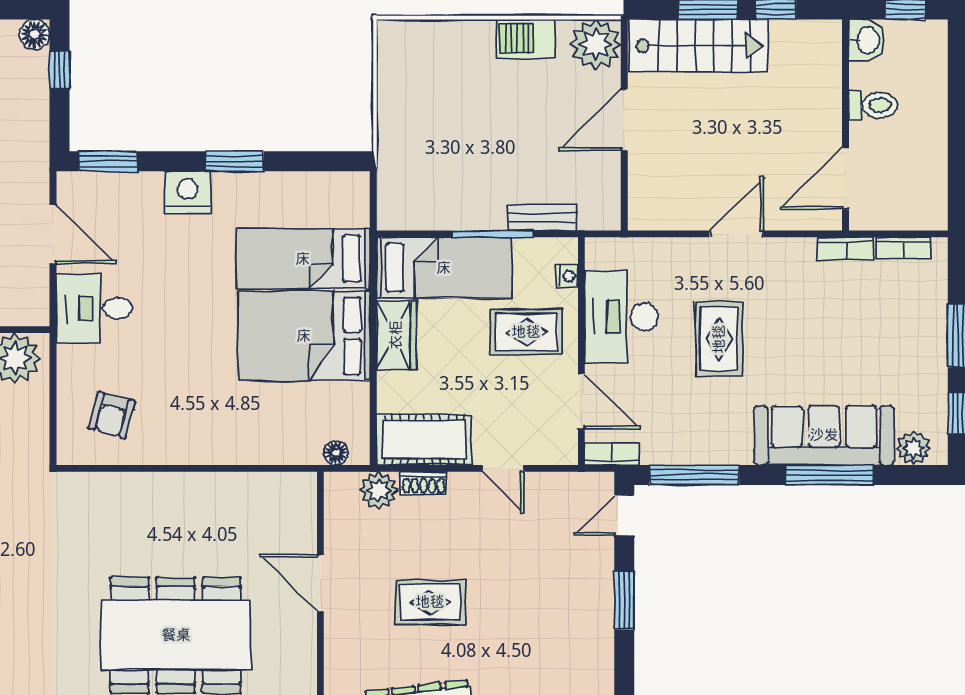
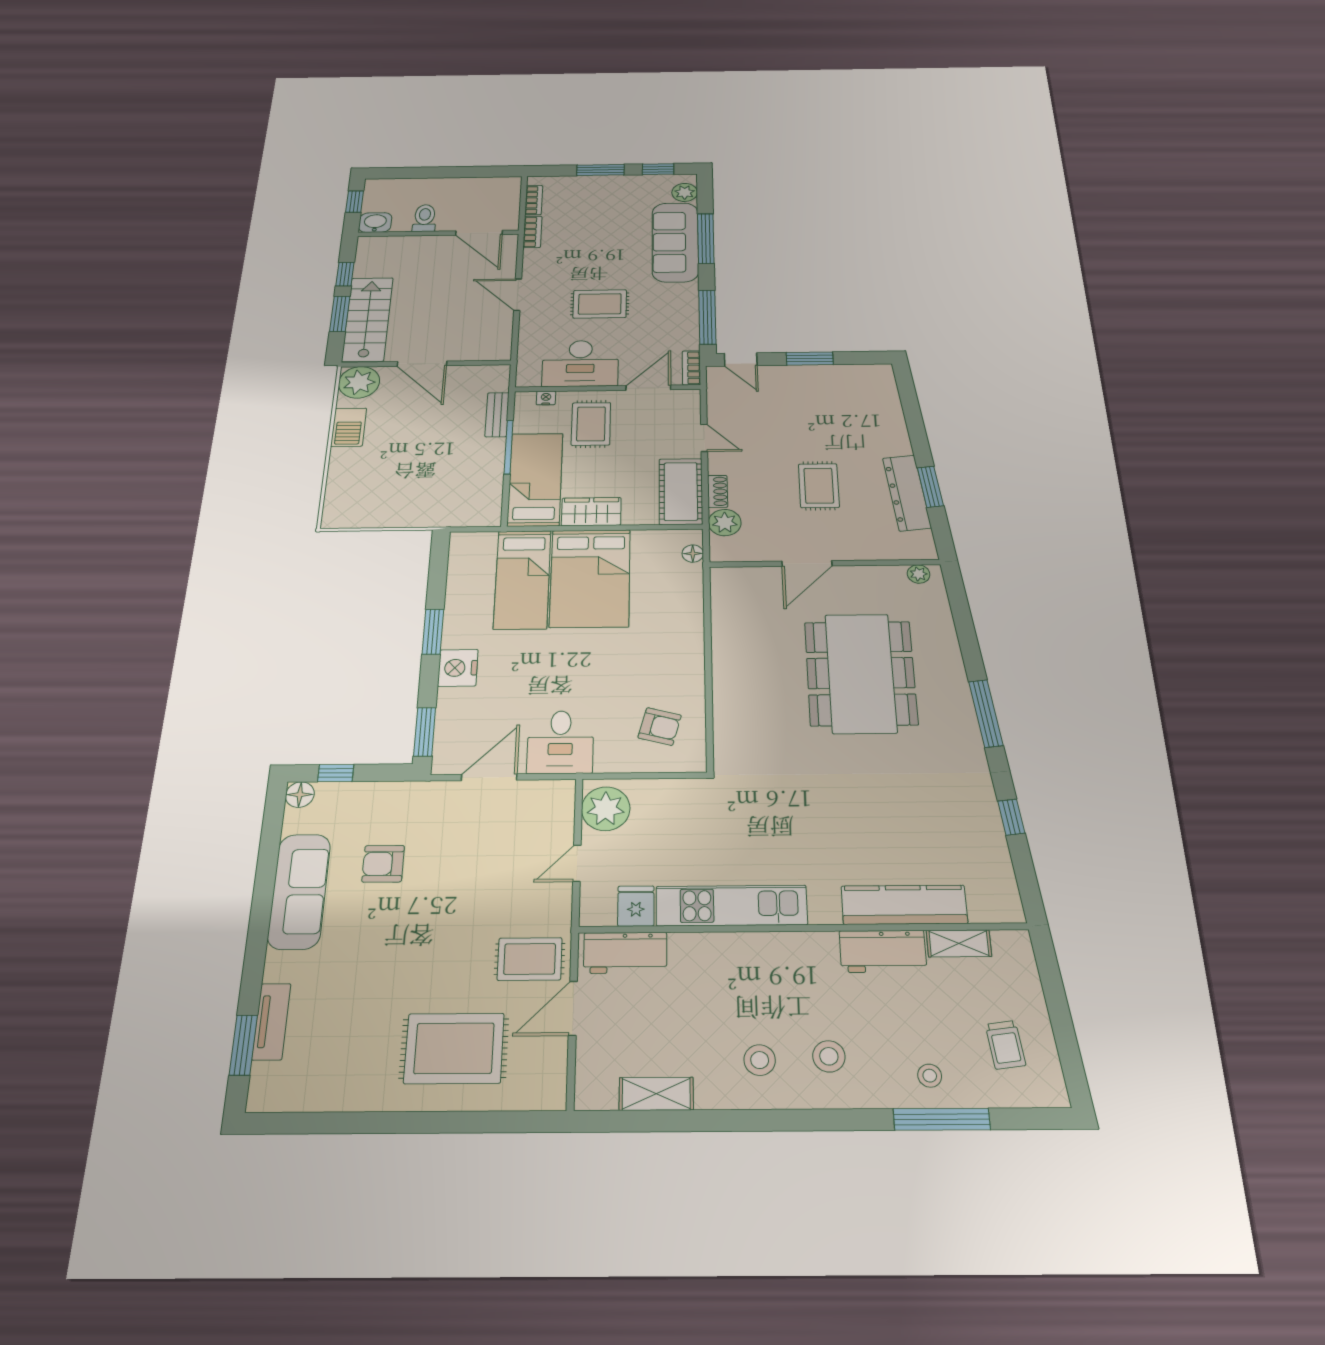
door: (503, 468) -> (704, 438), hinge flipped

